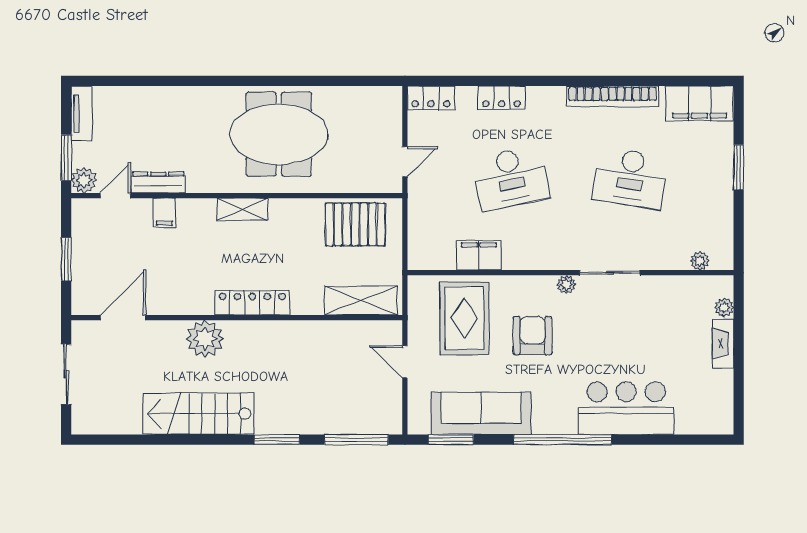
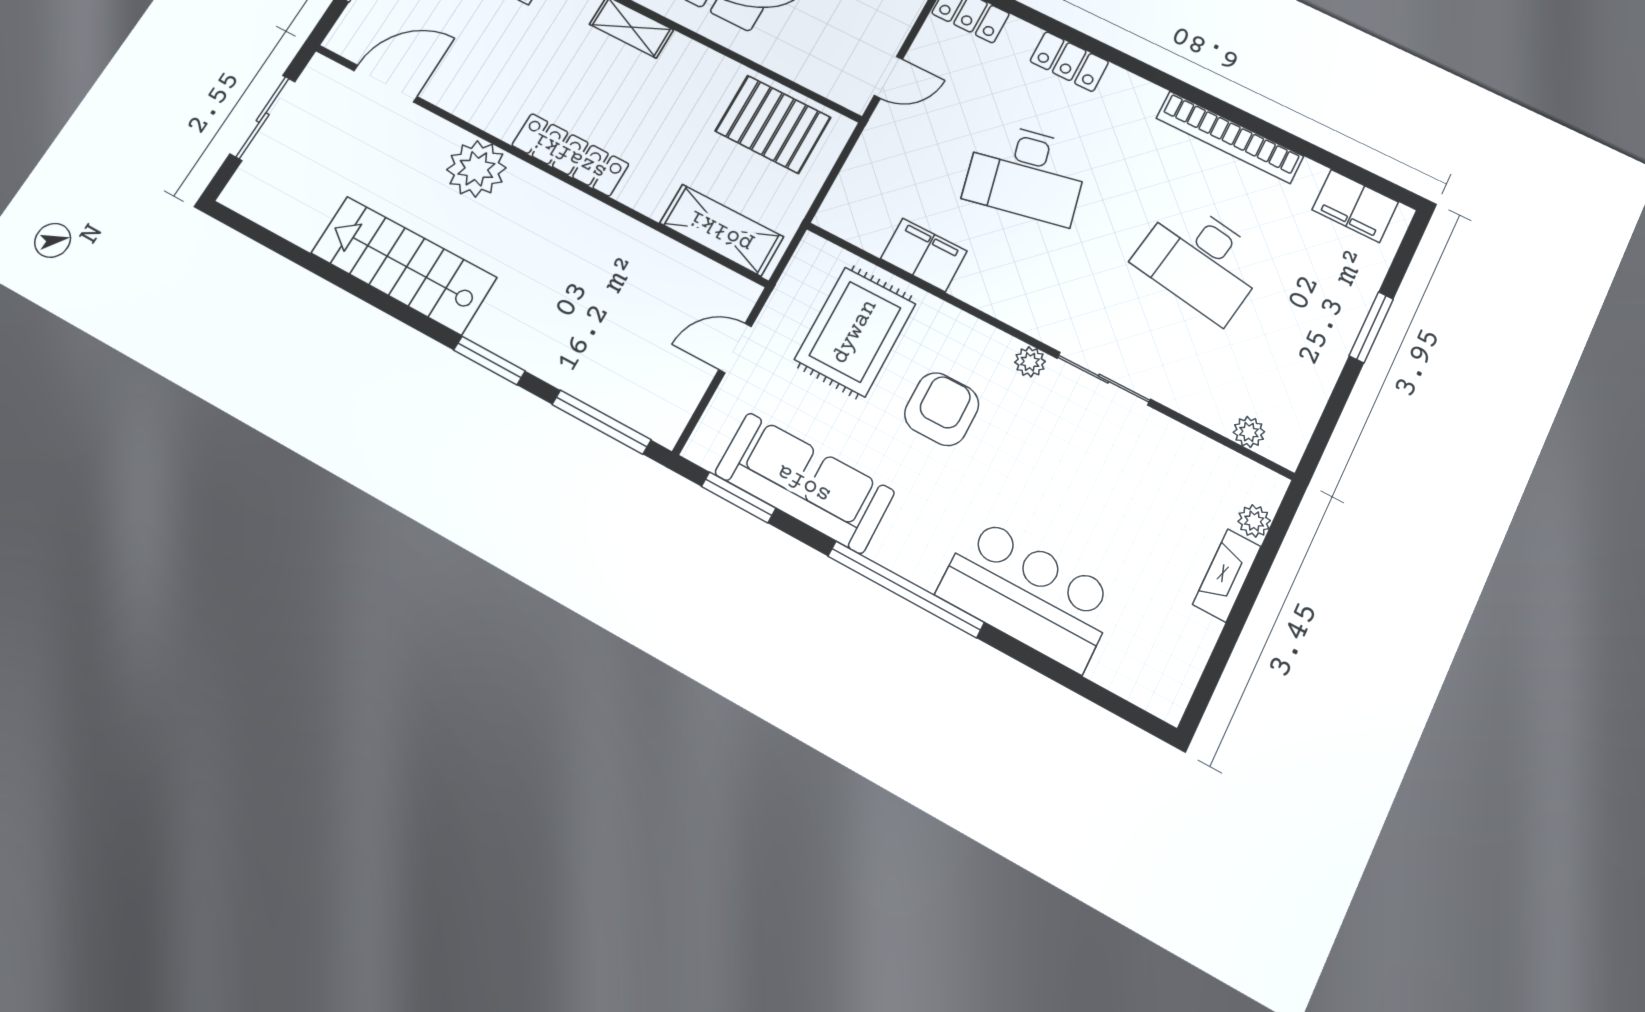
filing cabinet: (700, 103) -> (1355, 206), width x0.67, depth x0.86
door: (405, 362) -> (735, 348), hinge flipped

